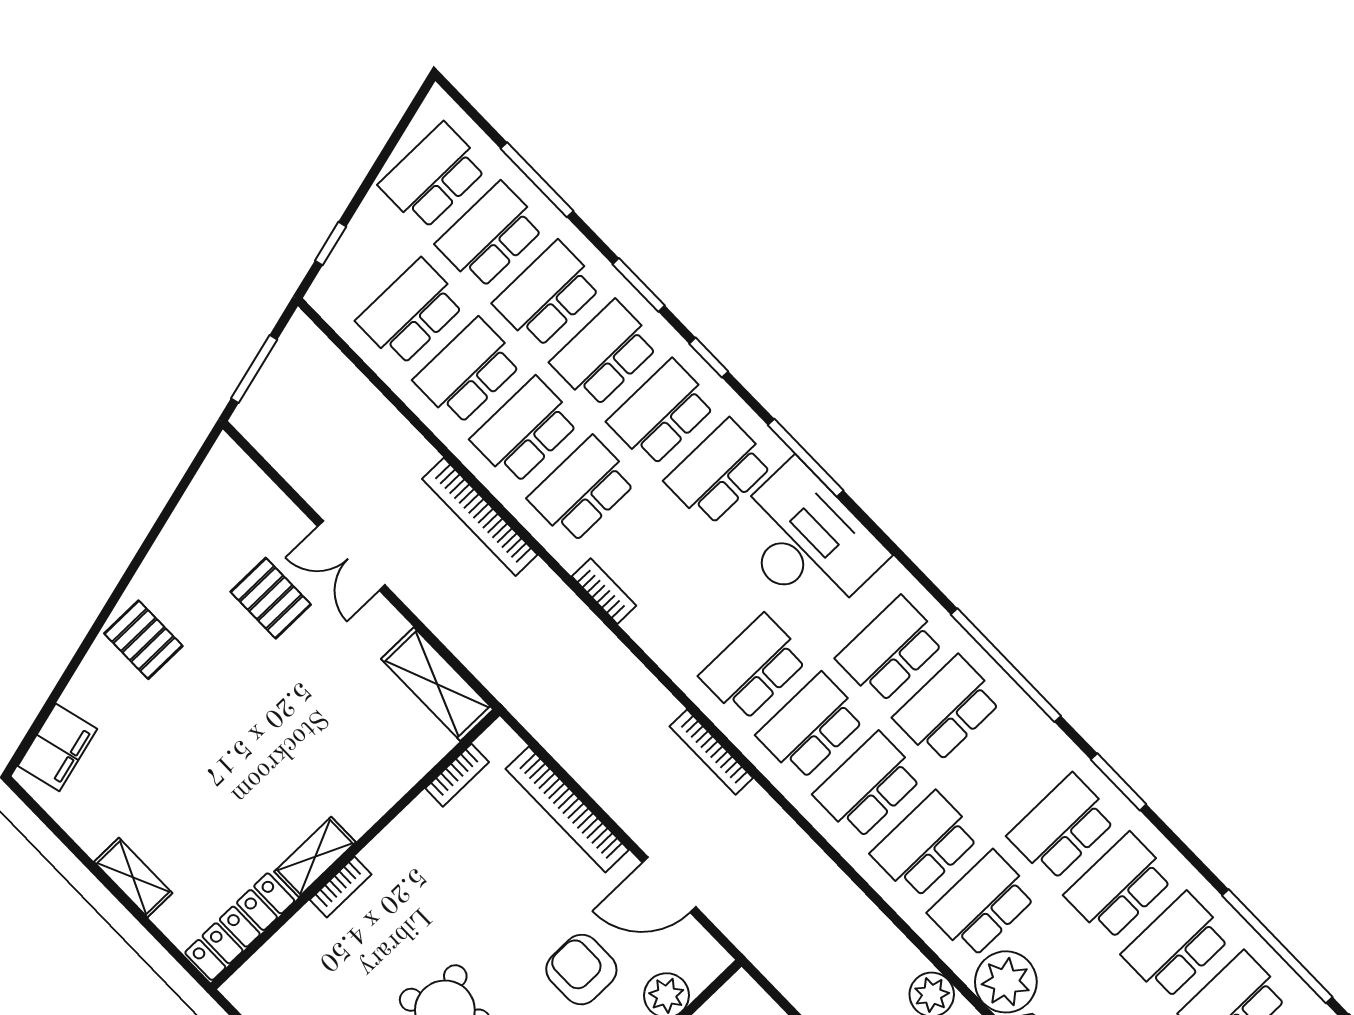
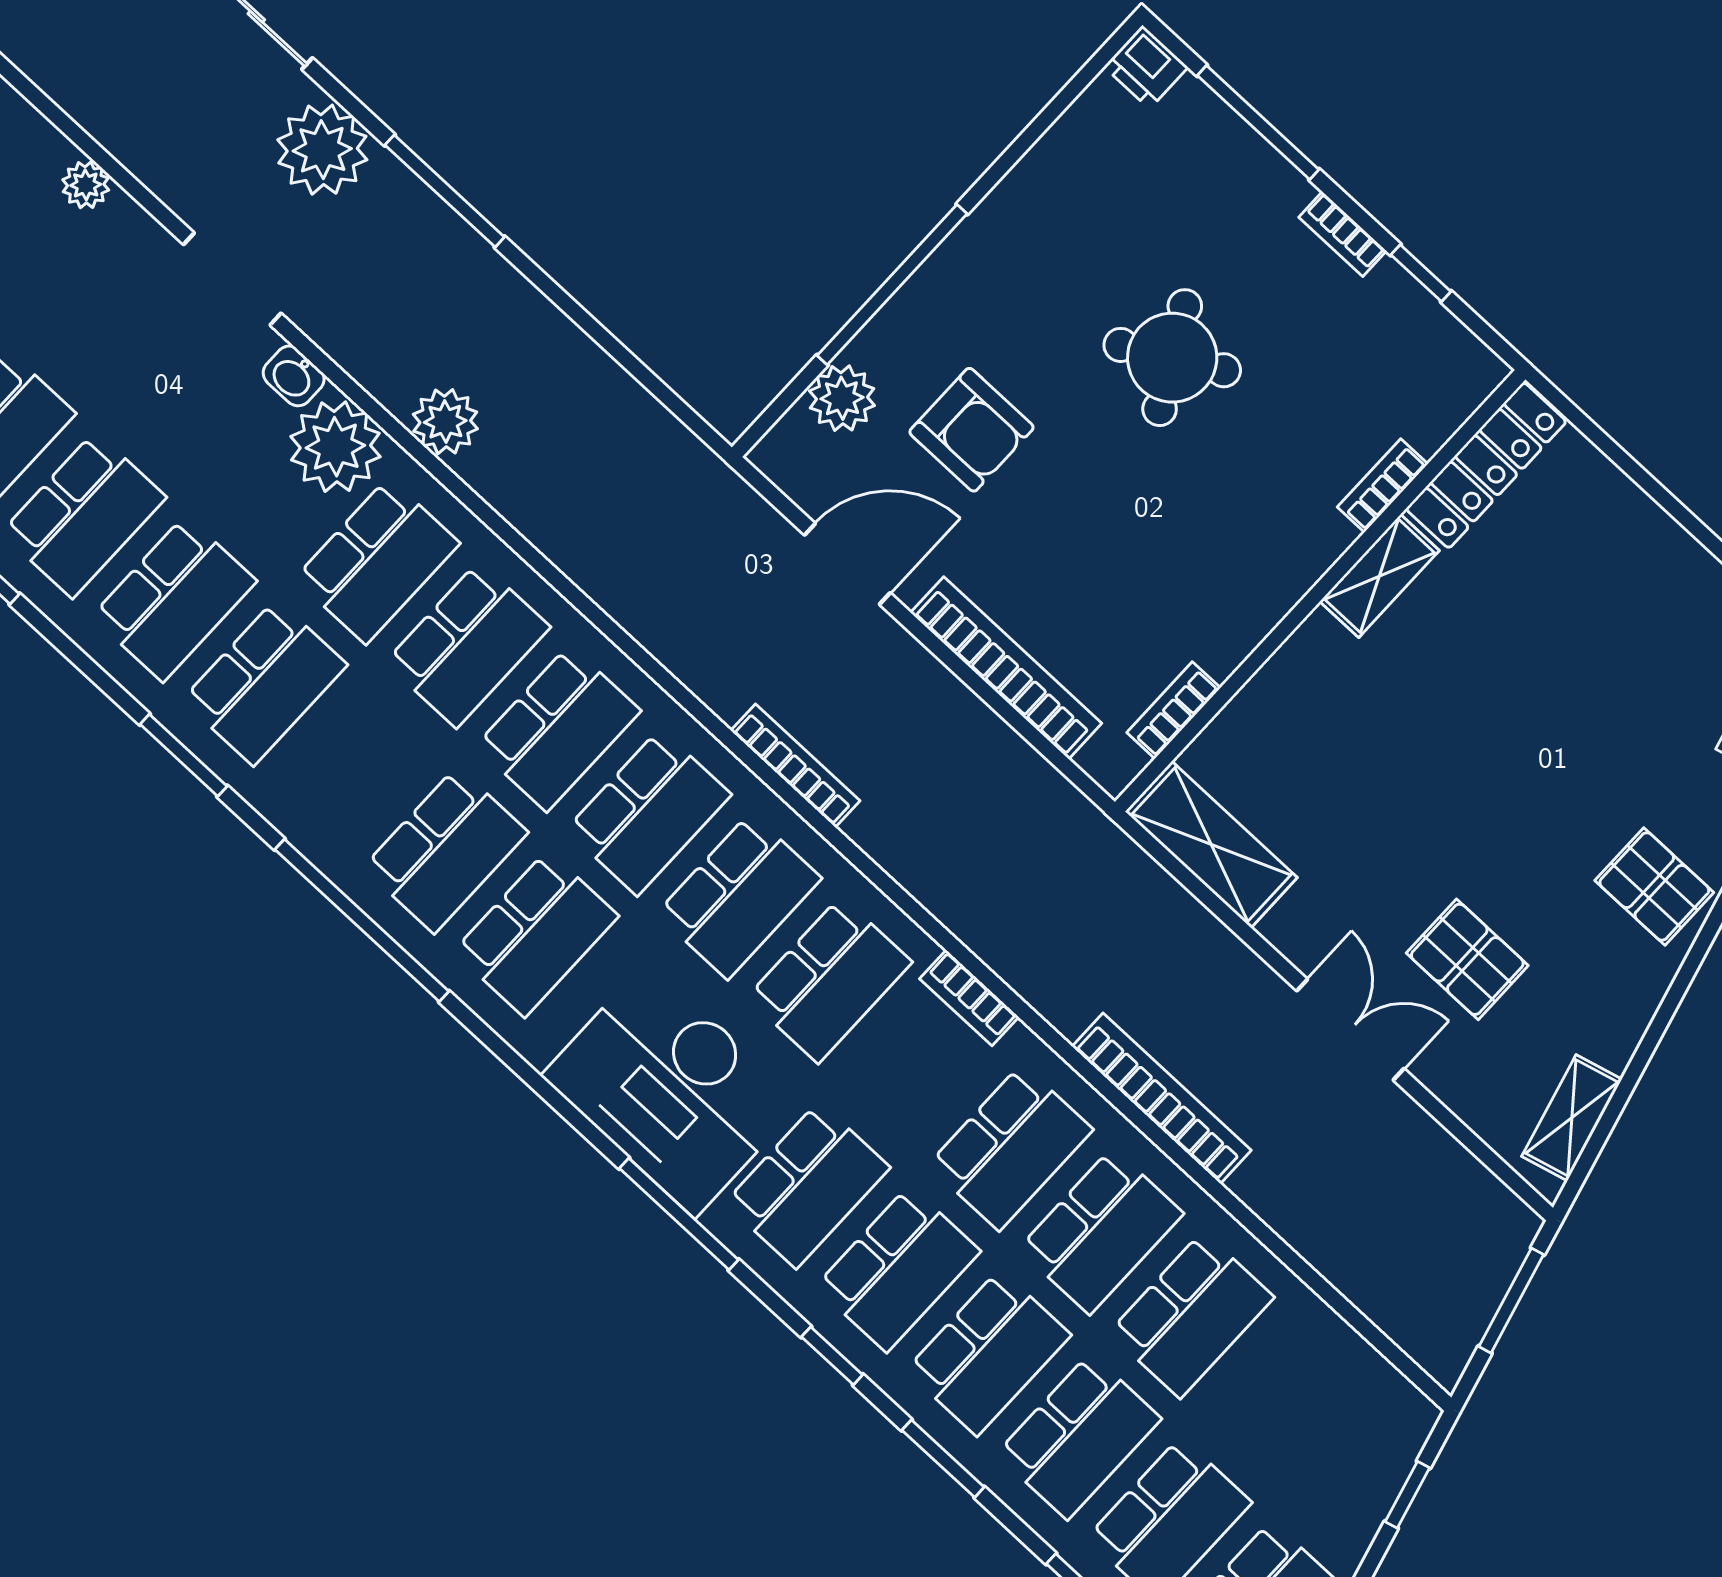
school desk: (411, 312) -> (830, 980), moved
shelving: (133, 878) -> (1572, 1118), moved, turned 75
bookcase: (341, 887) -> (1383, 485), moved

